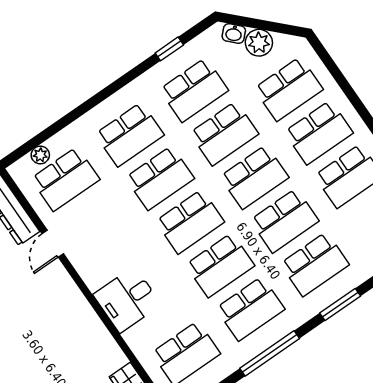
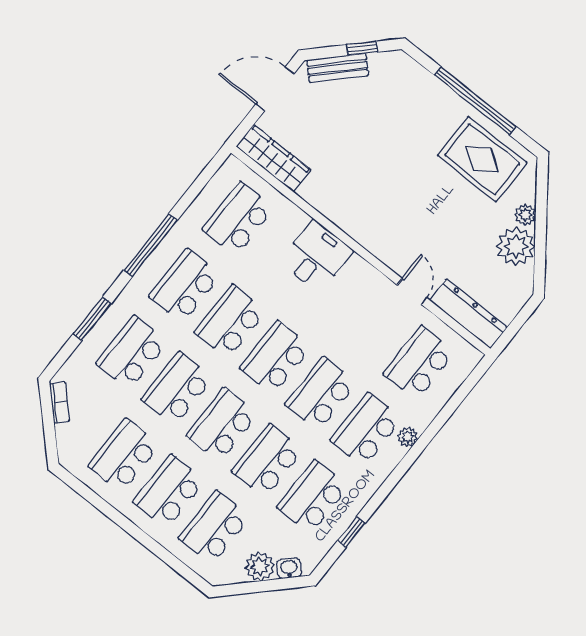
plant: (40, 155) -> (408, 437), moved

